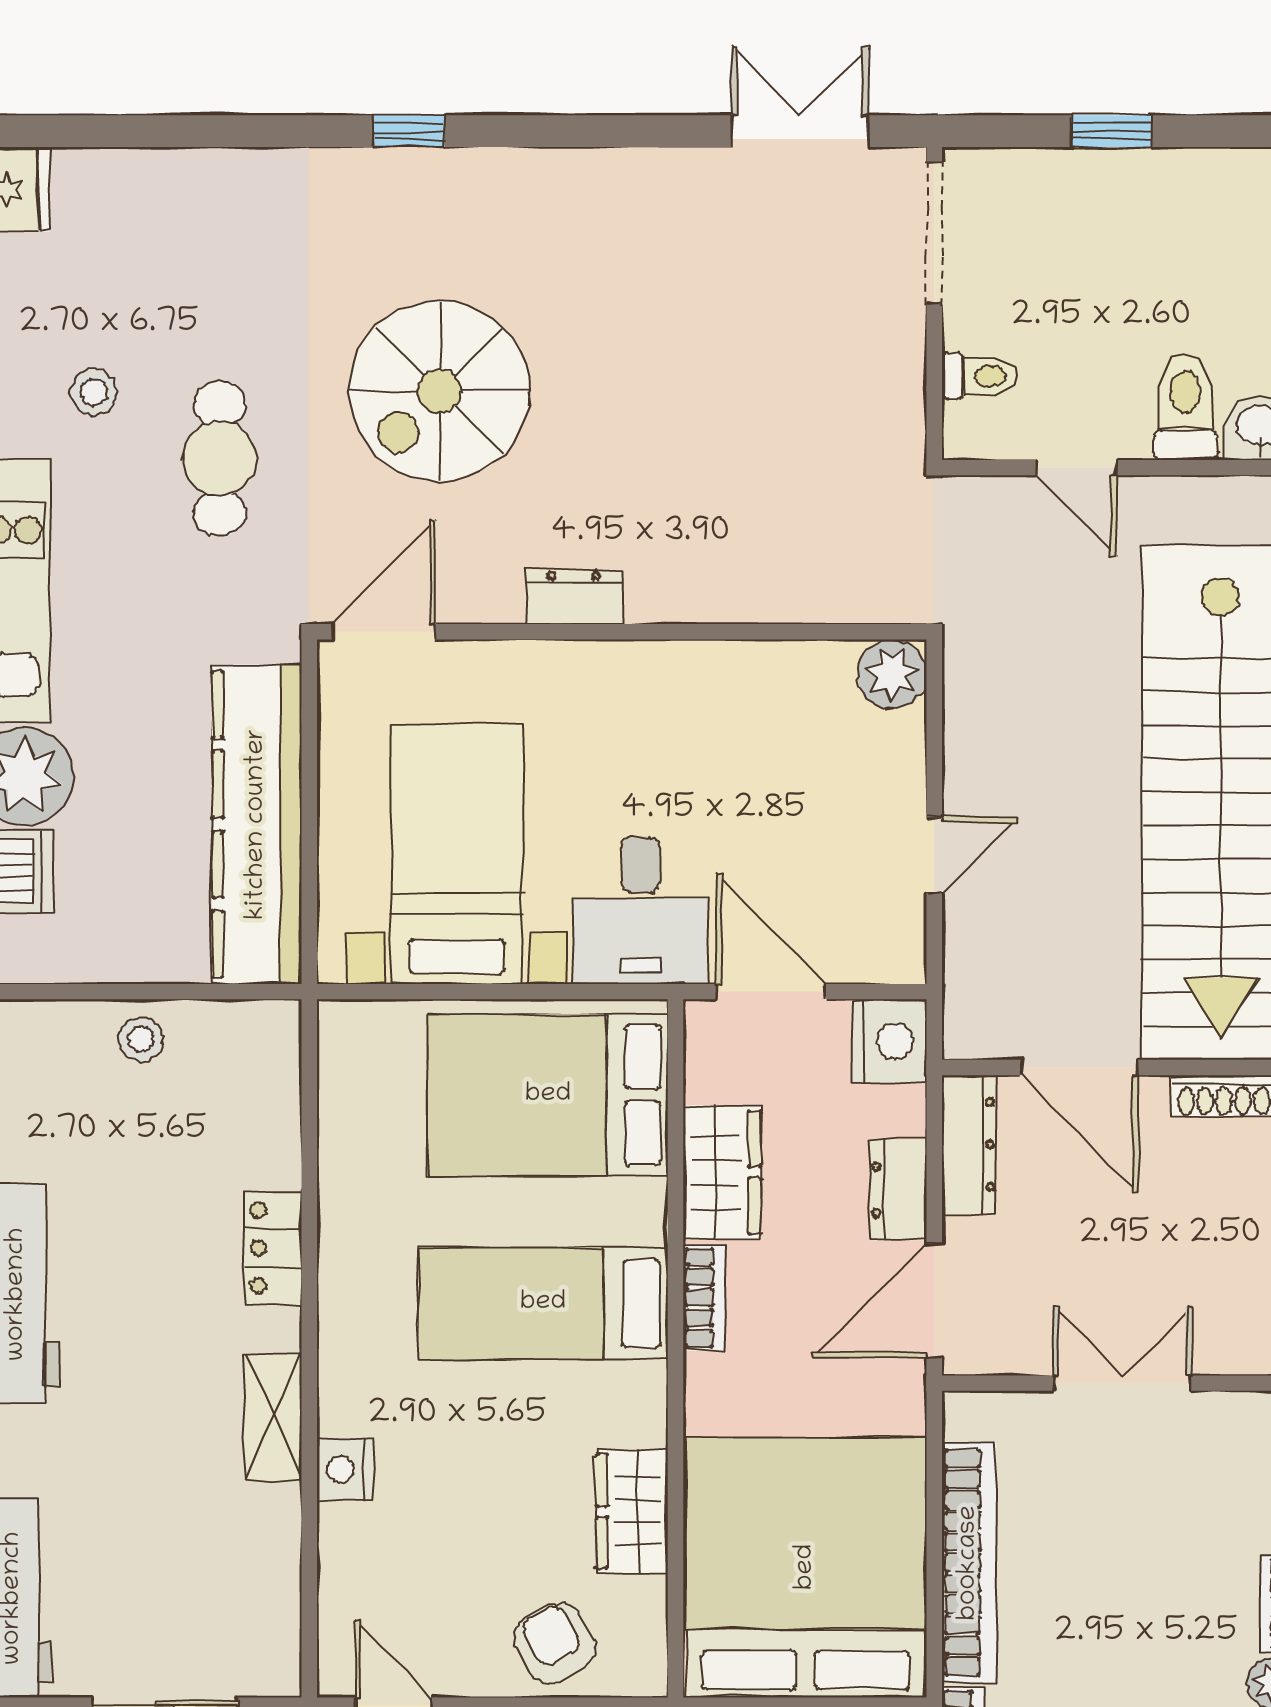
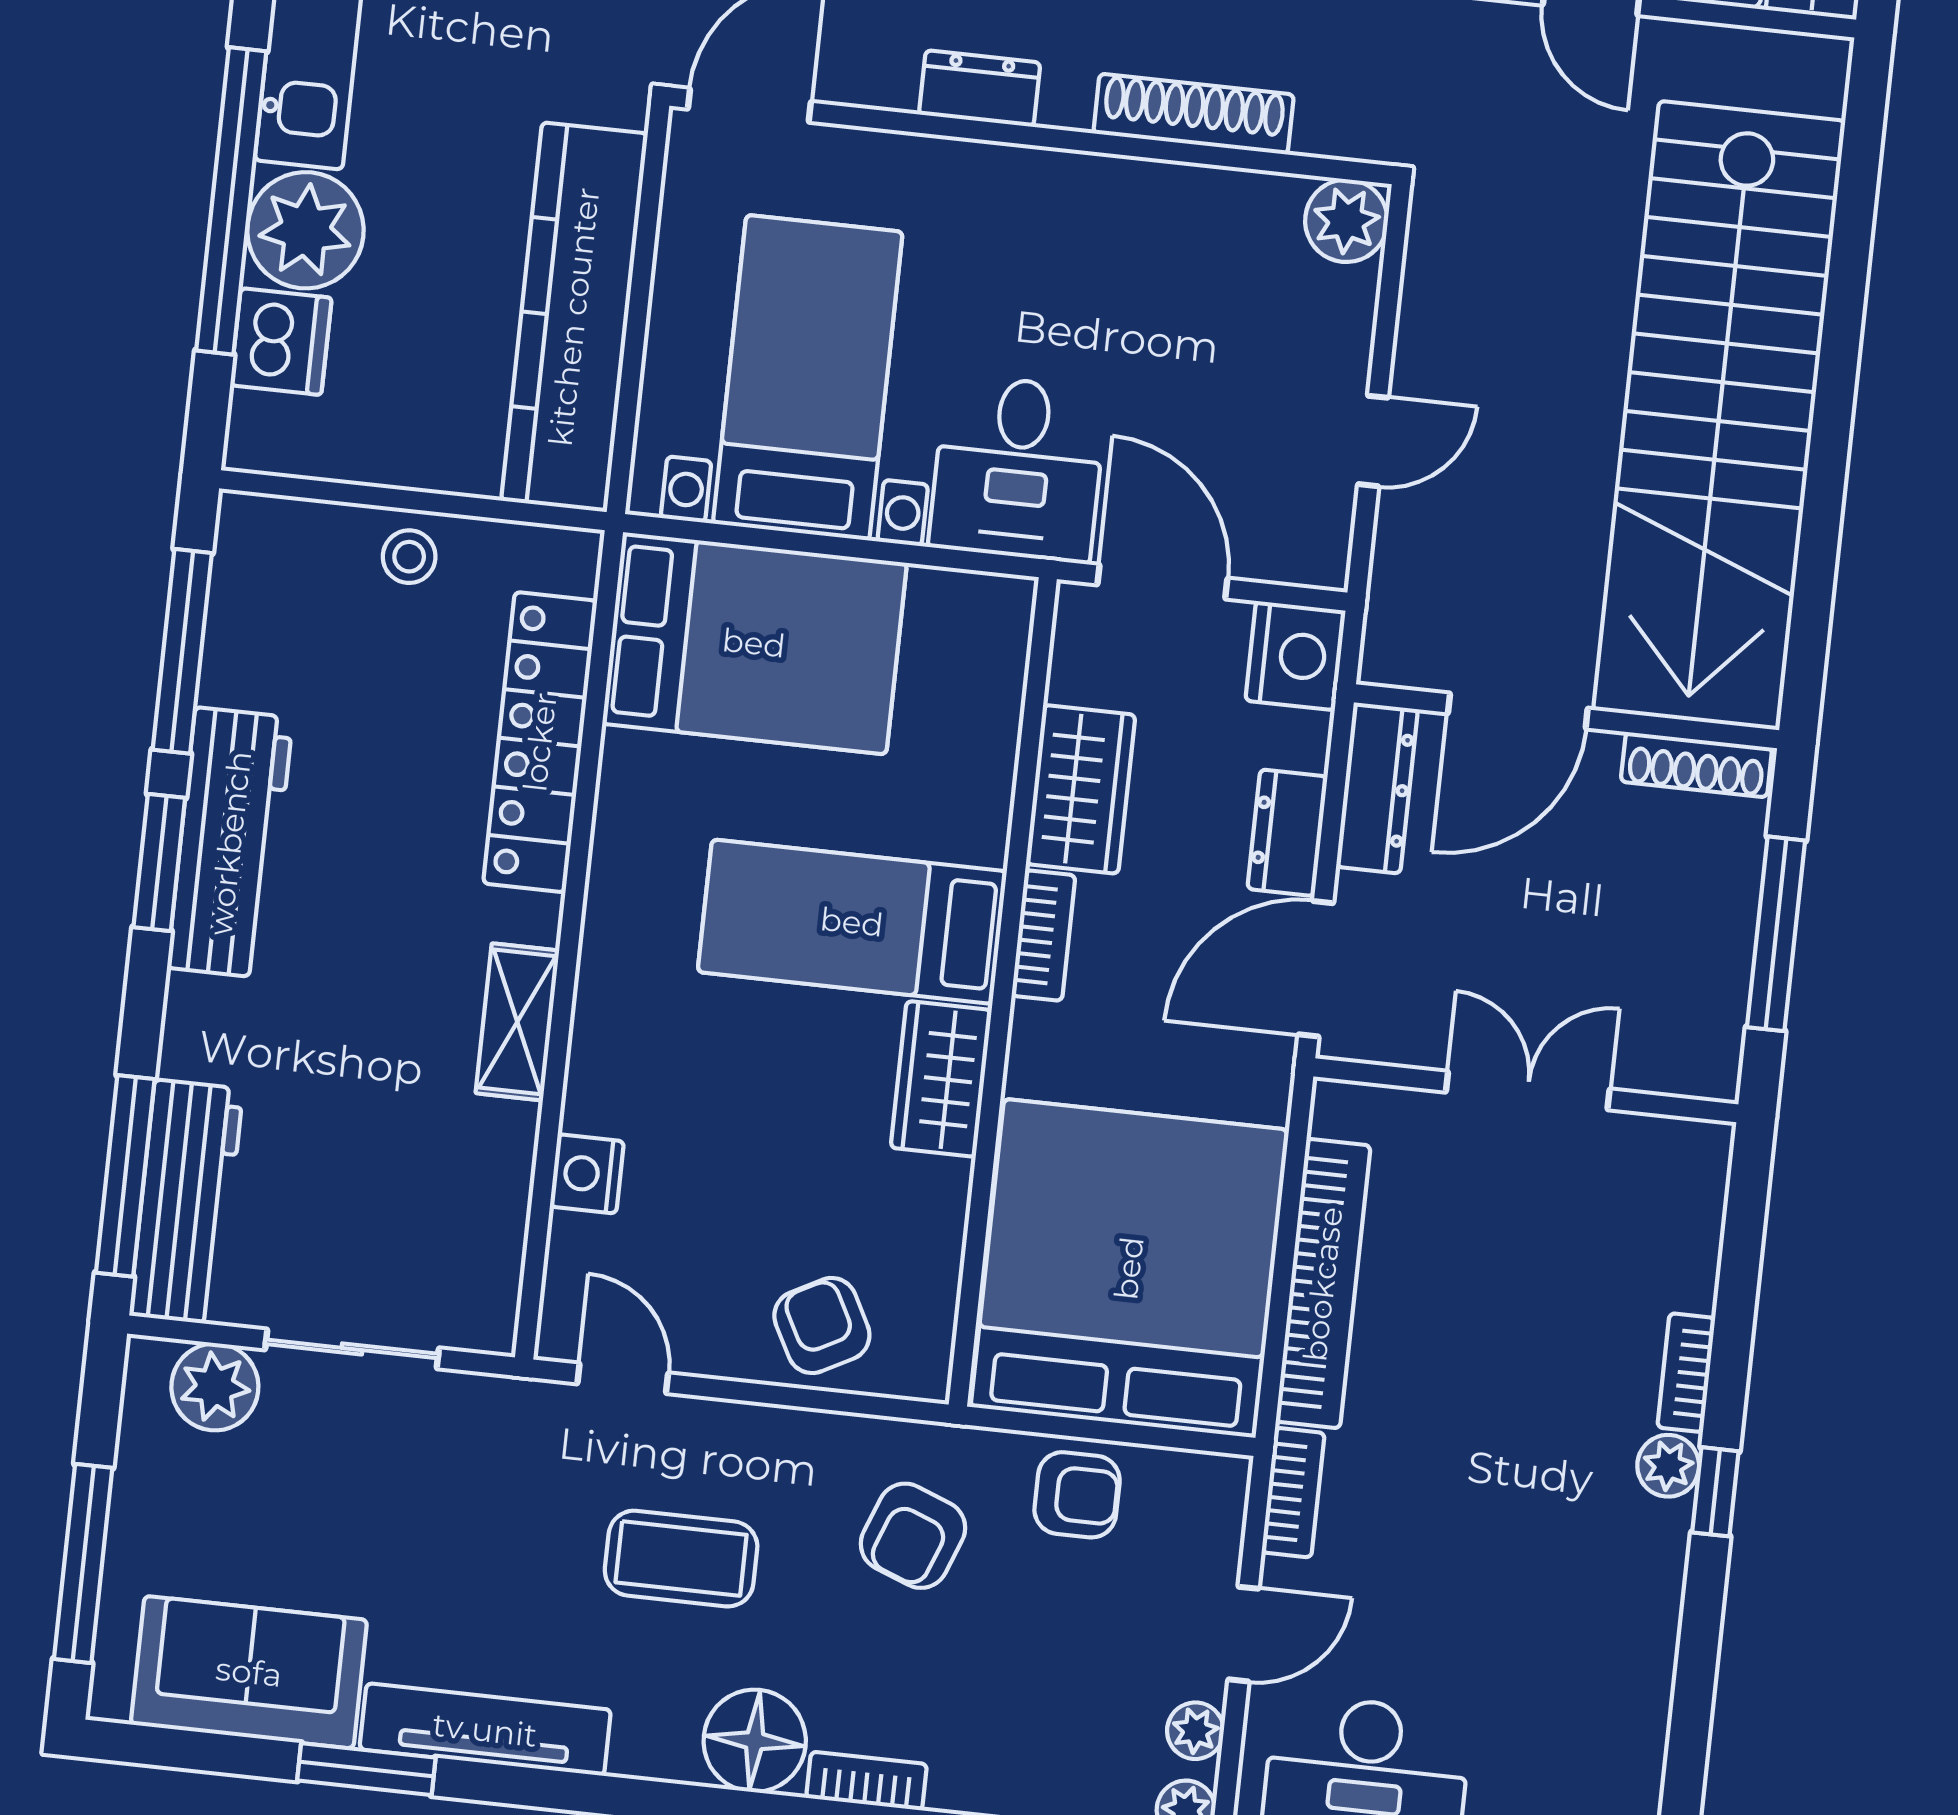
shoe rack: (755, 599) -> (1194, 114), added
door: (1079, 1067) -> (1518, 711), hinge flipped
bed: (548, 1095) -> (754, 643), moved, turned 180
locker: (273, 1248) -> (540, 742), width x2.16, depth x1.21
nightstand: (345, 1469) -> (587, 1174), moved
wardrobe: (632, 1511) -> (941, 1079), moved

